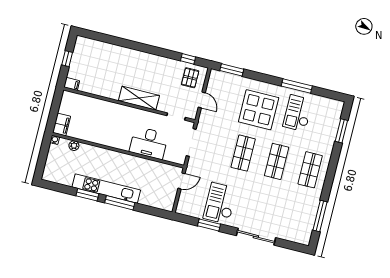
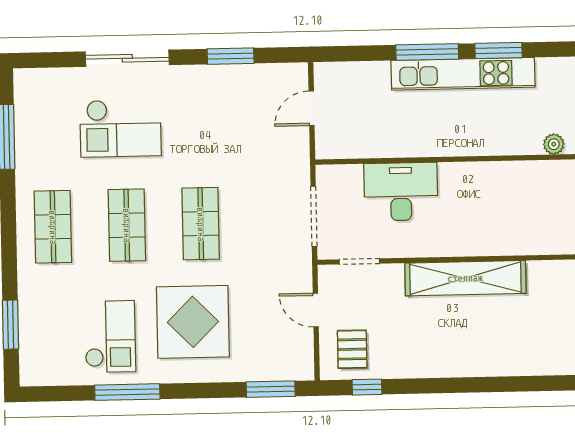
shelving: (139, 98) -> (465, 278), width x1.47
door: (182, 181) -> (312, 108), moved
checkout: (220, 203) -> (121, 128), moved, turned 90

